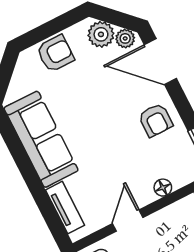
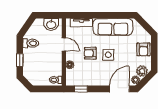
side table: (103, 120) -> (108, 55), added
armchair: (156, 120) -> (90, 53), moved

